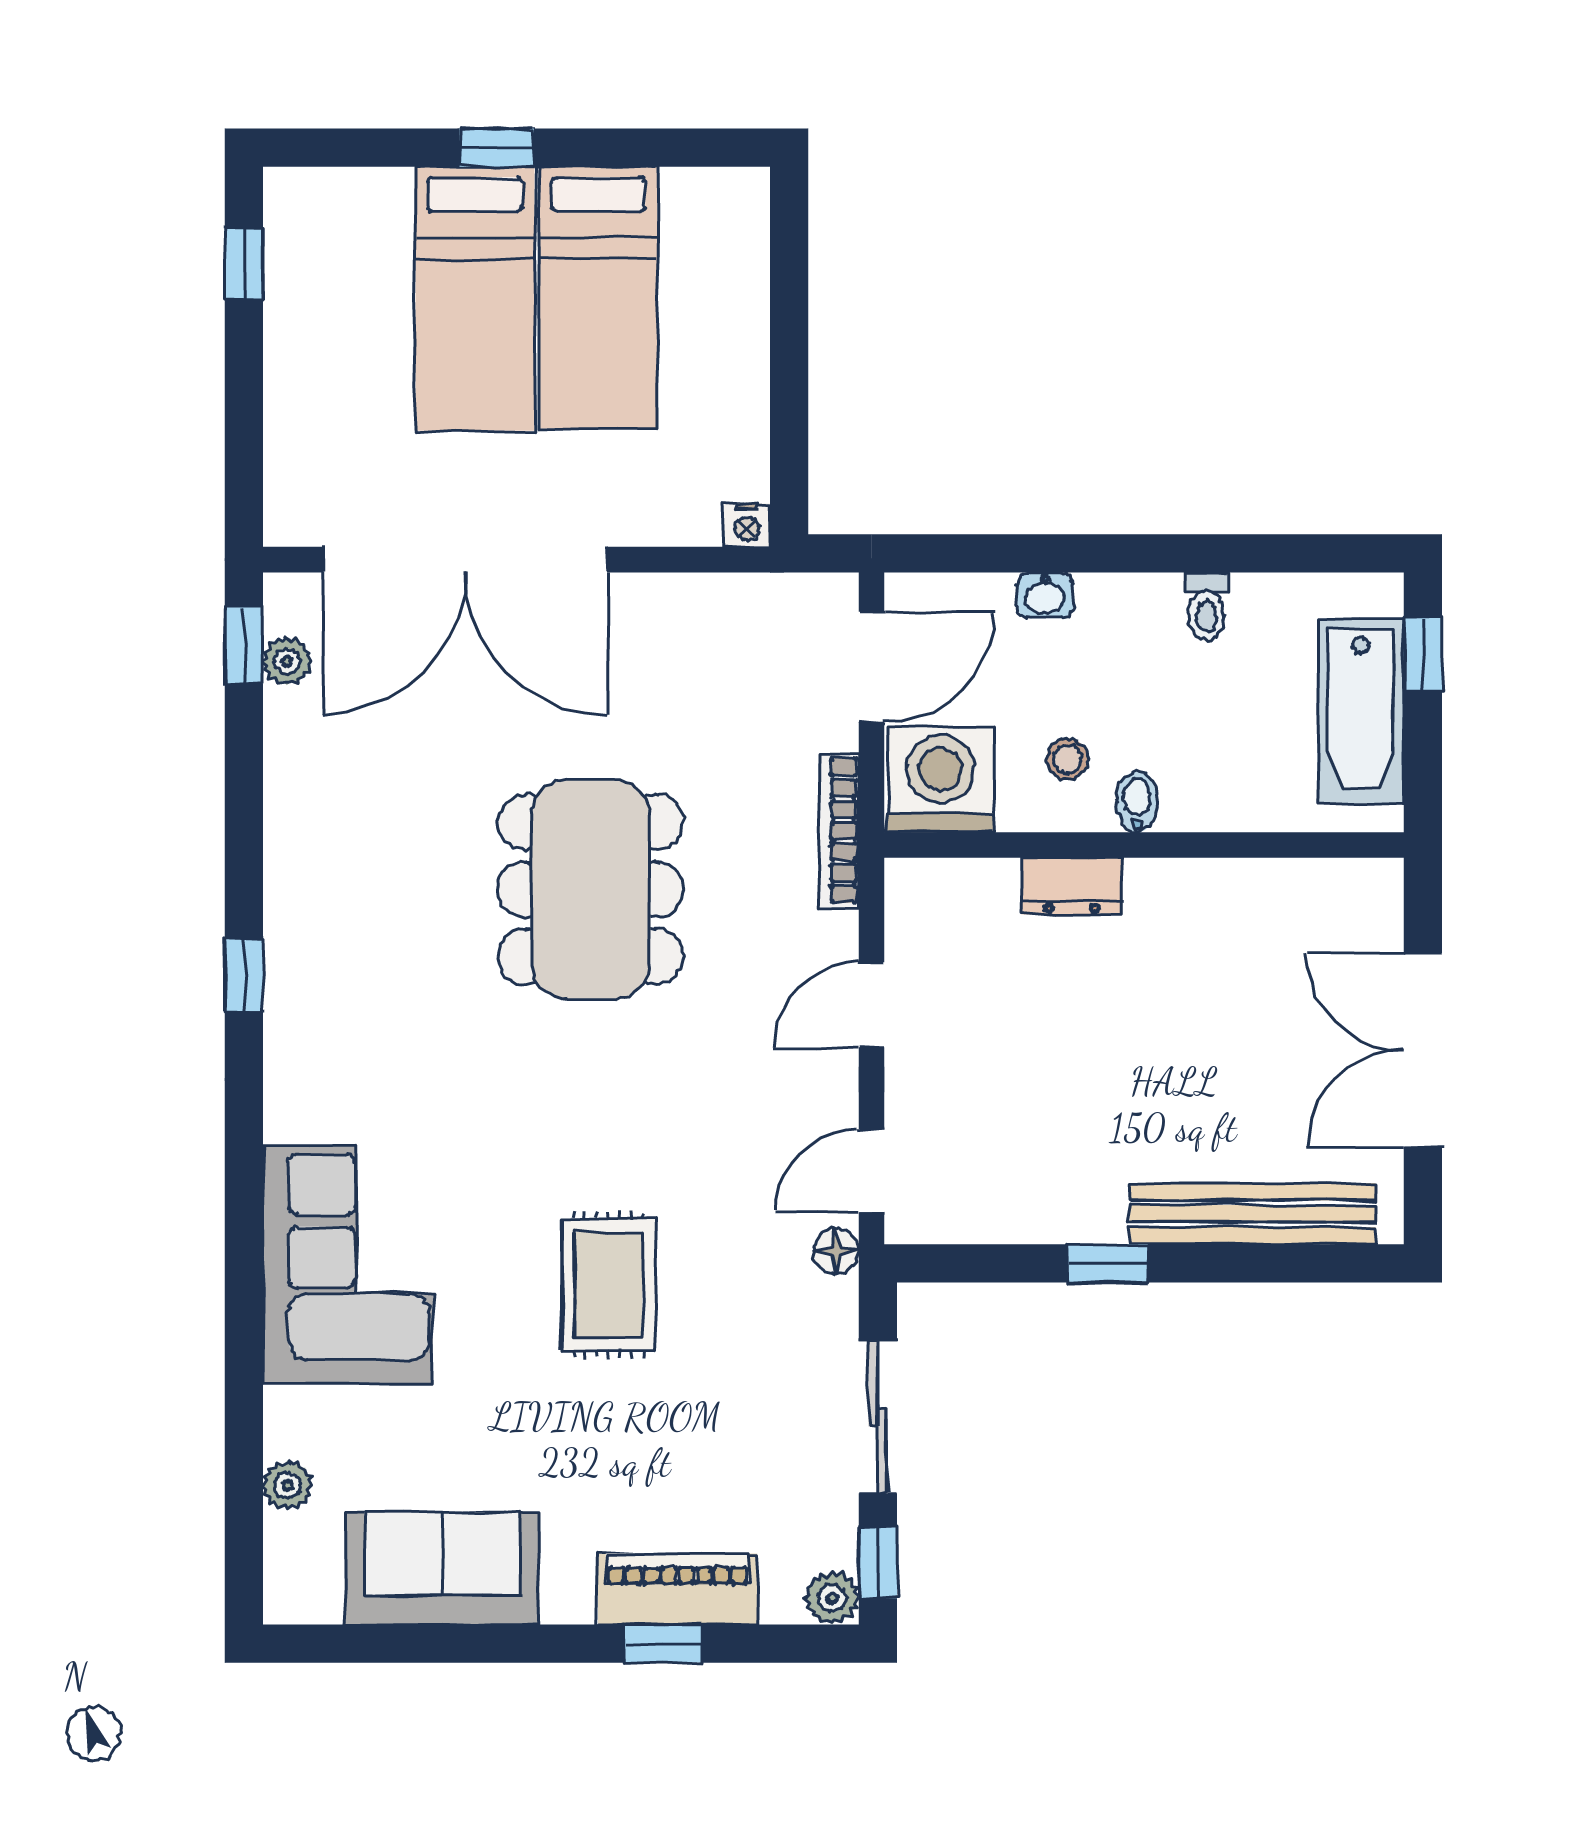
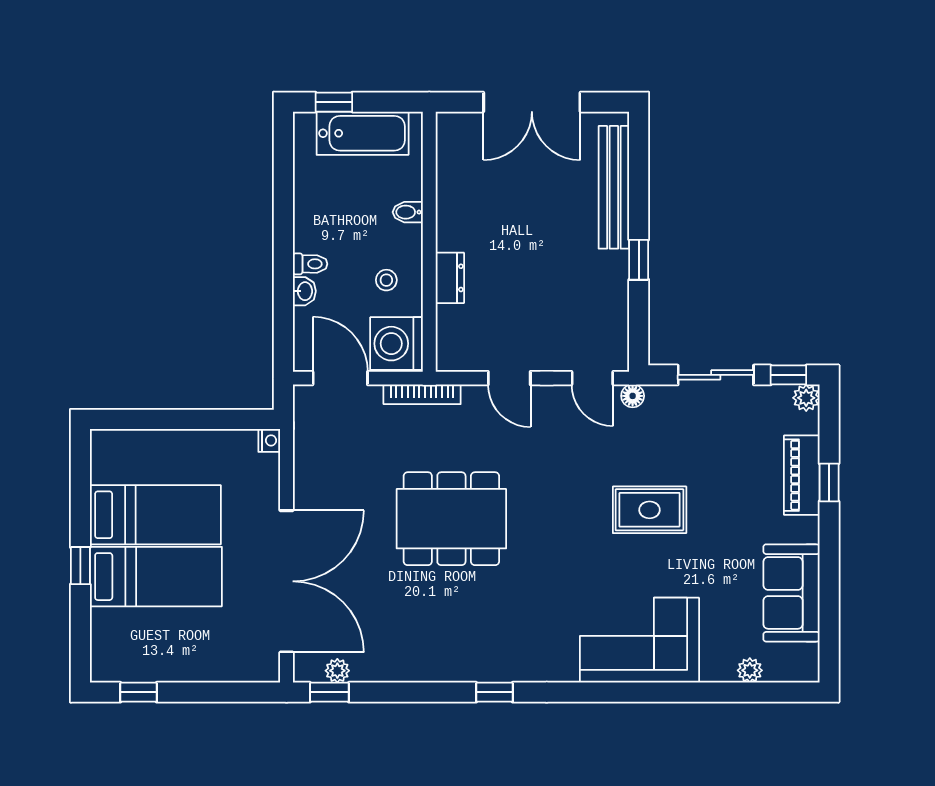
toilet: (1207, 607) -> (310, 264), moved
bidet: (1137, 802) -> (408, 212), moved

